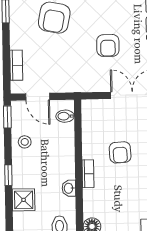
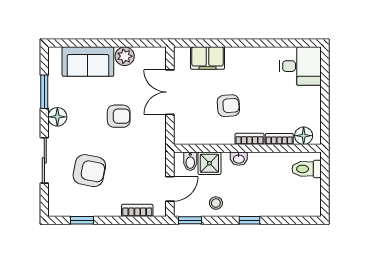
washbasin: (69, 188) -> (239, 159), moved
shower: (24, 200) -> (209, 163), moved
bookcase: (88, 203) -> (279, 139), added

